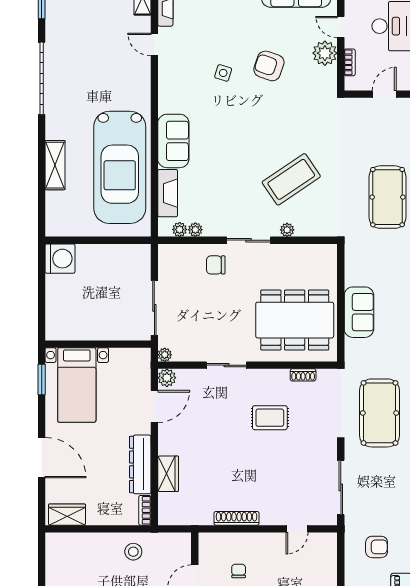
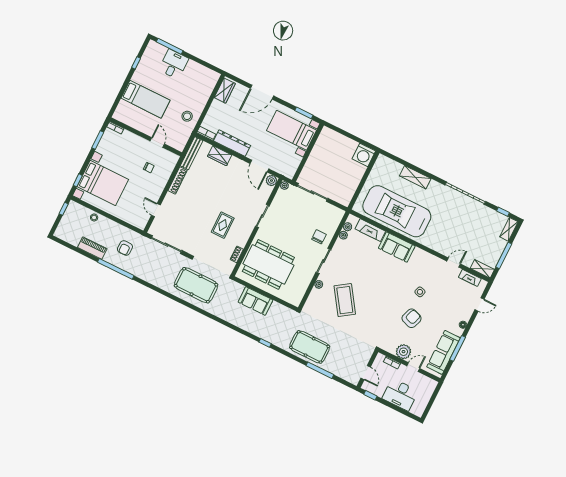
dining table: (295, 320) -> (268, 264), turned 90
bench: (185, 518) -> (192, 153), added

